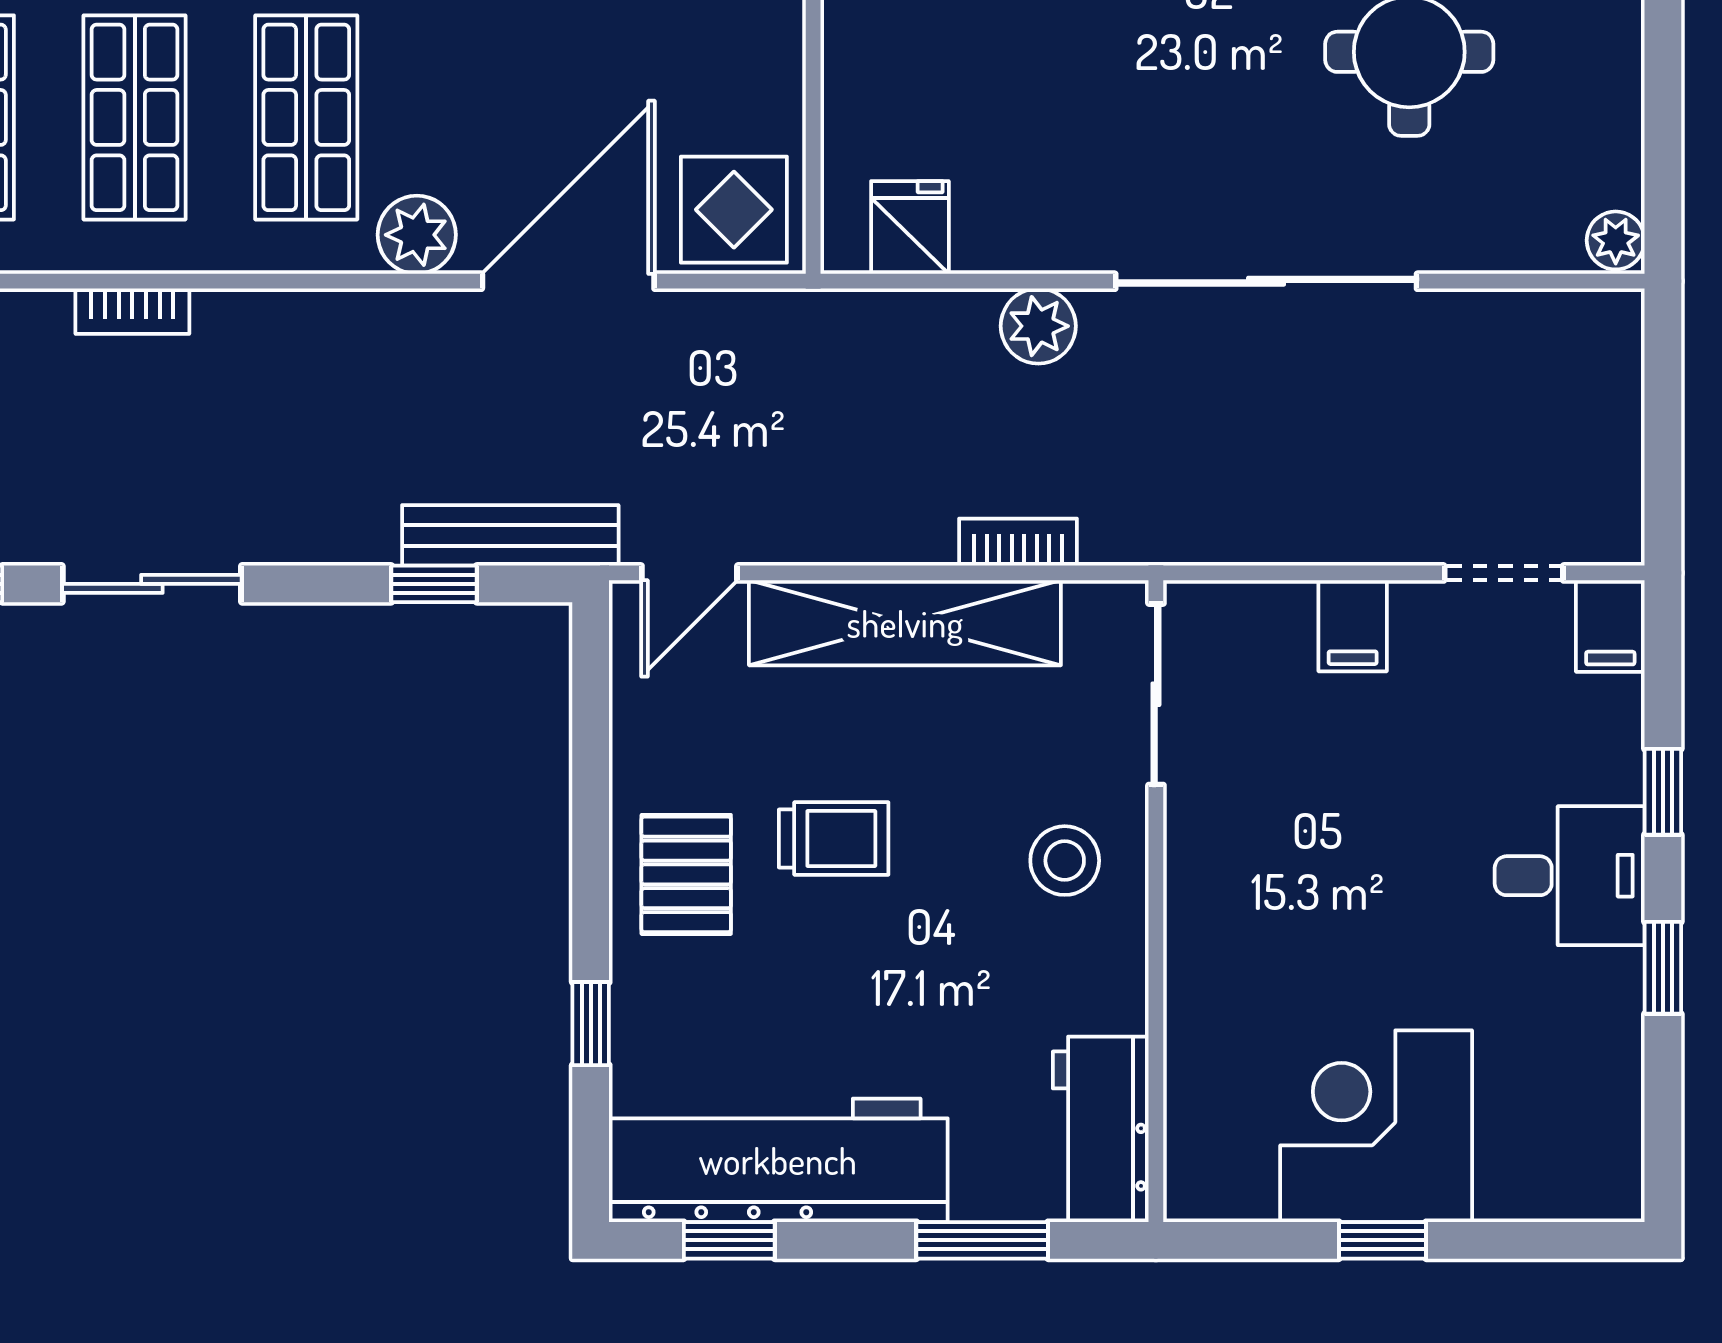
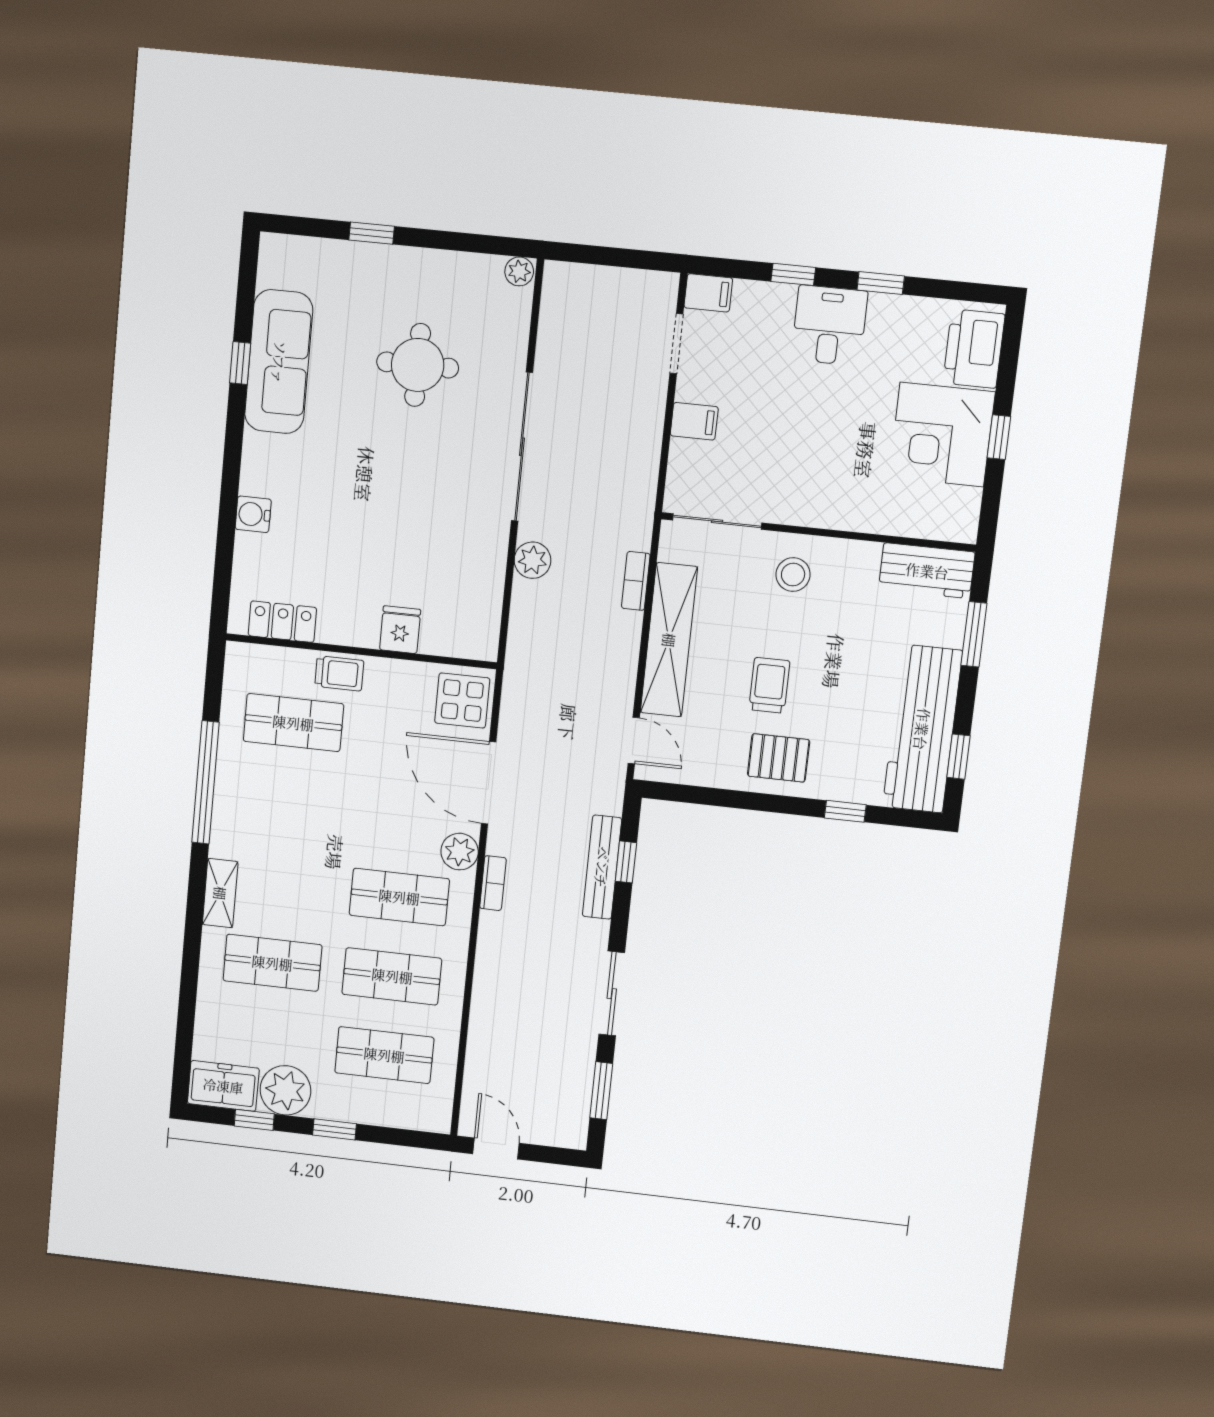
fridge: (910, 228) -> (400, 630), moved, turned 90
bookcase: (132, 311) -> (493, 883), moved
bench: (510, 535) -> (602, 867), moved
printer: (1552, 1169) -> (974, 349), added

